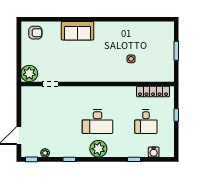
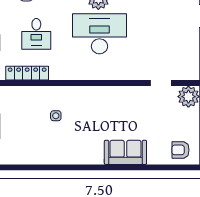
desk: (98, 122) -> (99, 34), width x1.36, depth x1.30
desk: (146, 122) -> (36, 34), turned 180

